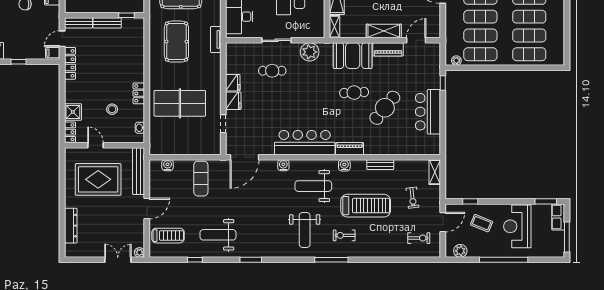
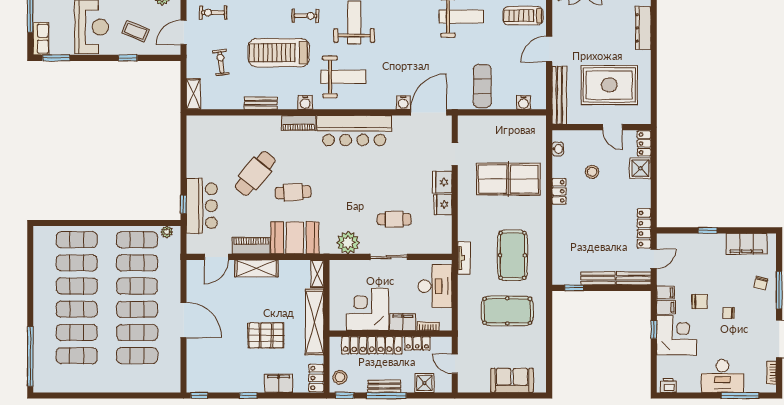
filing cabinet: (53, 53) -> (665, 293), moved
bar counter: (428, 112) -> (202, 206), moved
water cooler: (283, 165) -> (403, 103), moved
window: (470, 201) -> (128, 58), moved

